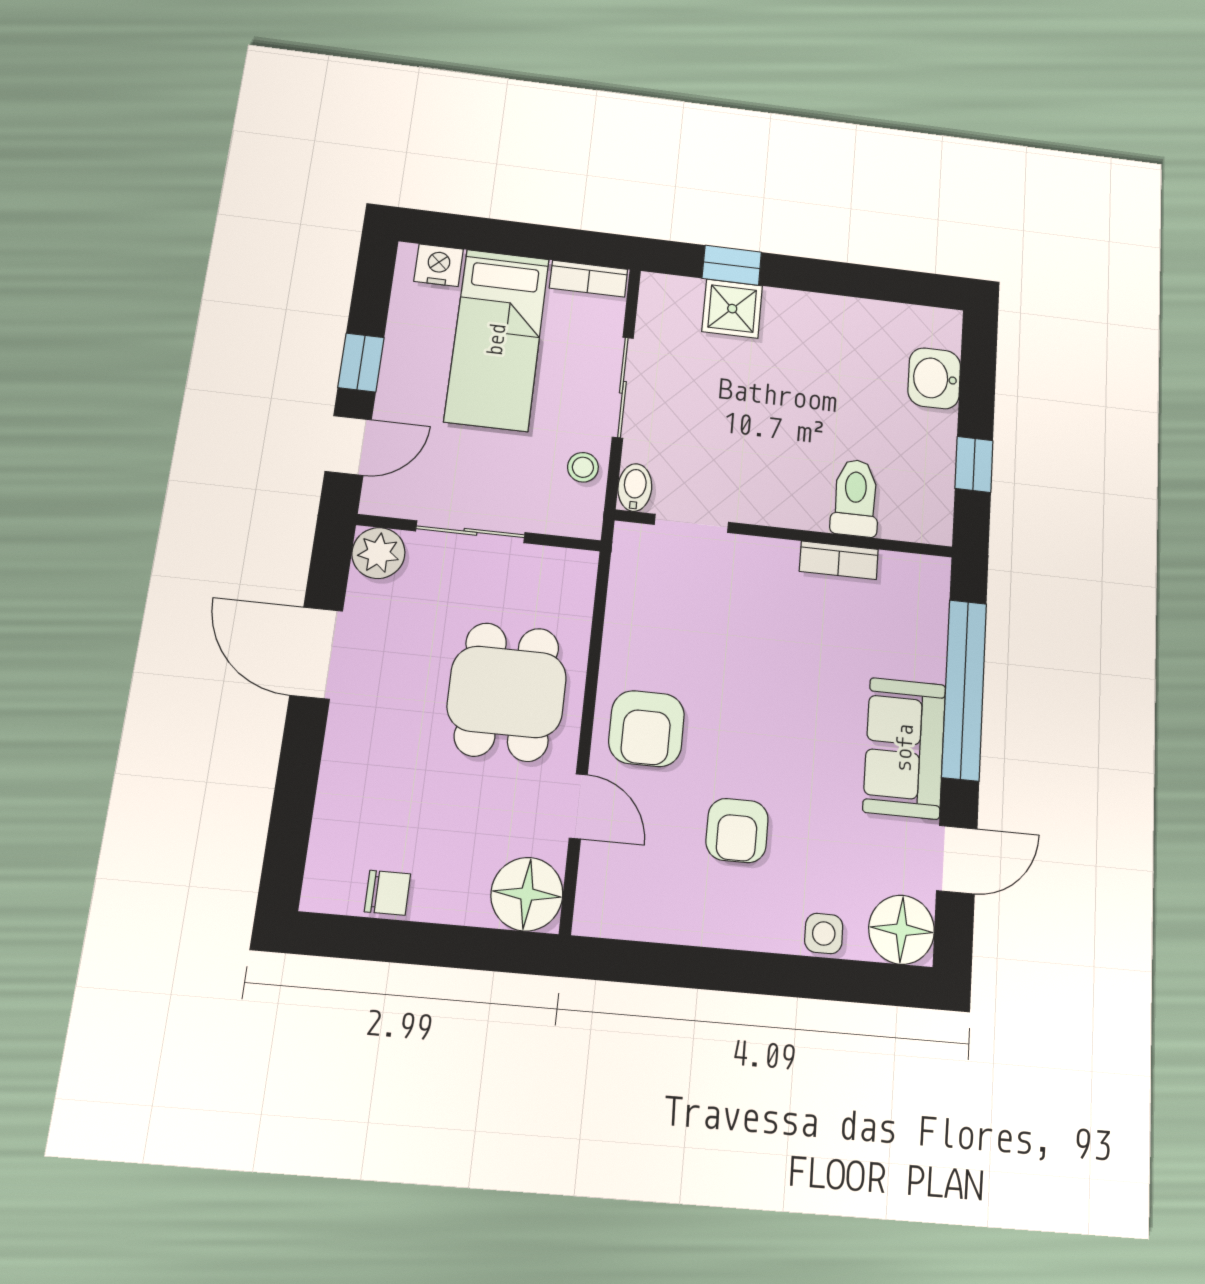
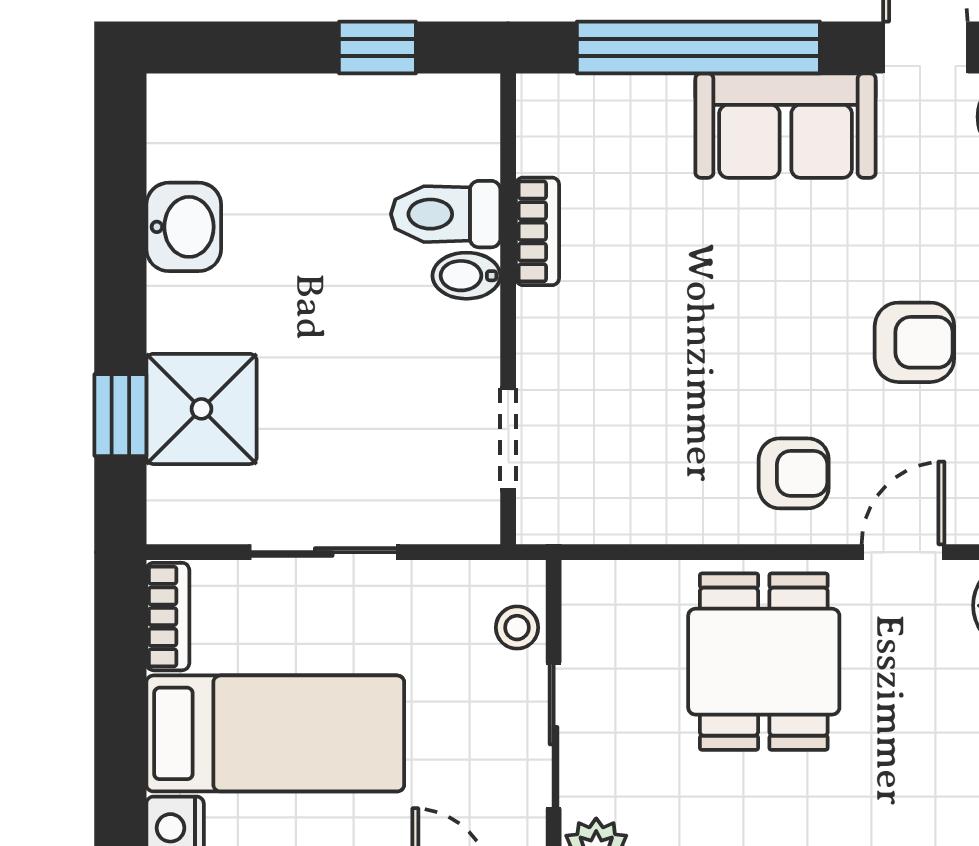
shower: (732, 309) -> (201, 409), width x1.36, depth x1.36
washbasin: (934, 378) -> (184, 227), moved, turned -90
stool: (583, 467) -> (517, 628), moved
bidet: (635, 488) -> (466, 276), moved
dining table: (507, 692) -> (764, 662), turned 90
armchair: (646, 729) -> (794, 473), width x0.72, depth x0.72

